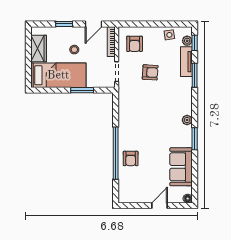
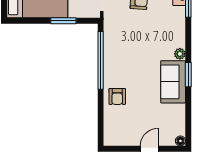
window: (116, 153) -> (101, 60), moved
sofa: (181, 167) -> (173, 82), moved

